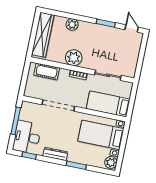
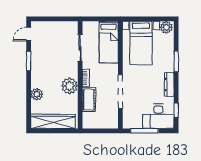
cot: (47, 71) -> (89, 100), moved

